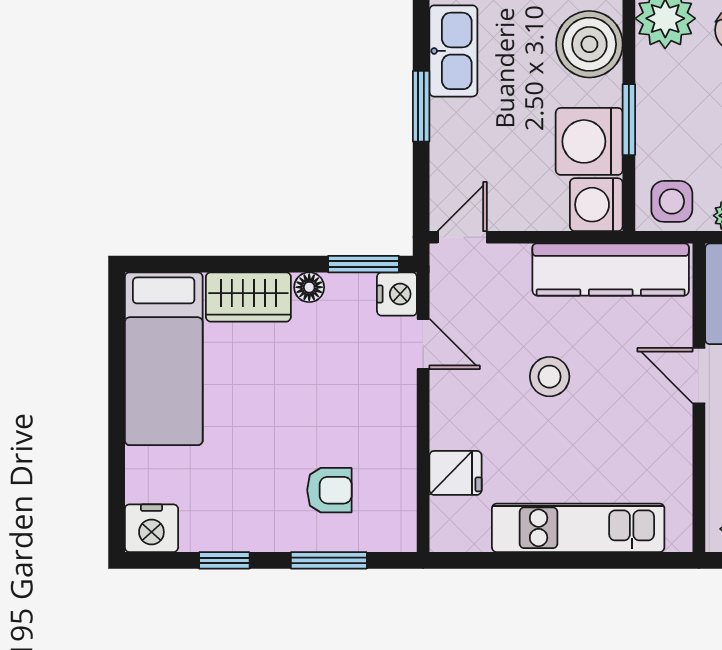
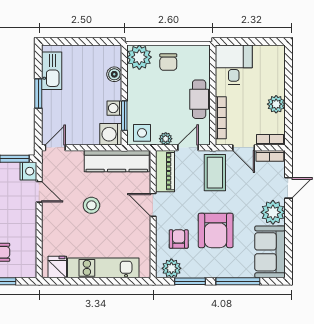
boiler: (589, 44) -> (114, 74), width x0.54, depth x0.54
window: (629, 120) -> (124, 116), moved
washing machine: (589, 141) -> (114, 108), width x0.53, depth x0.53
fridge: (455, 473) -> (57, 267), moved, turned -90

